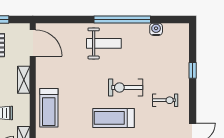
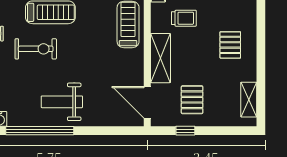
shelving: (24, 80) -> (161, 58), width x1.50, depth x1.33

